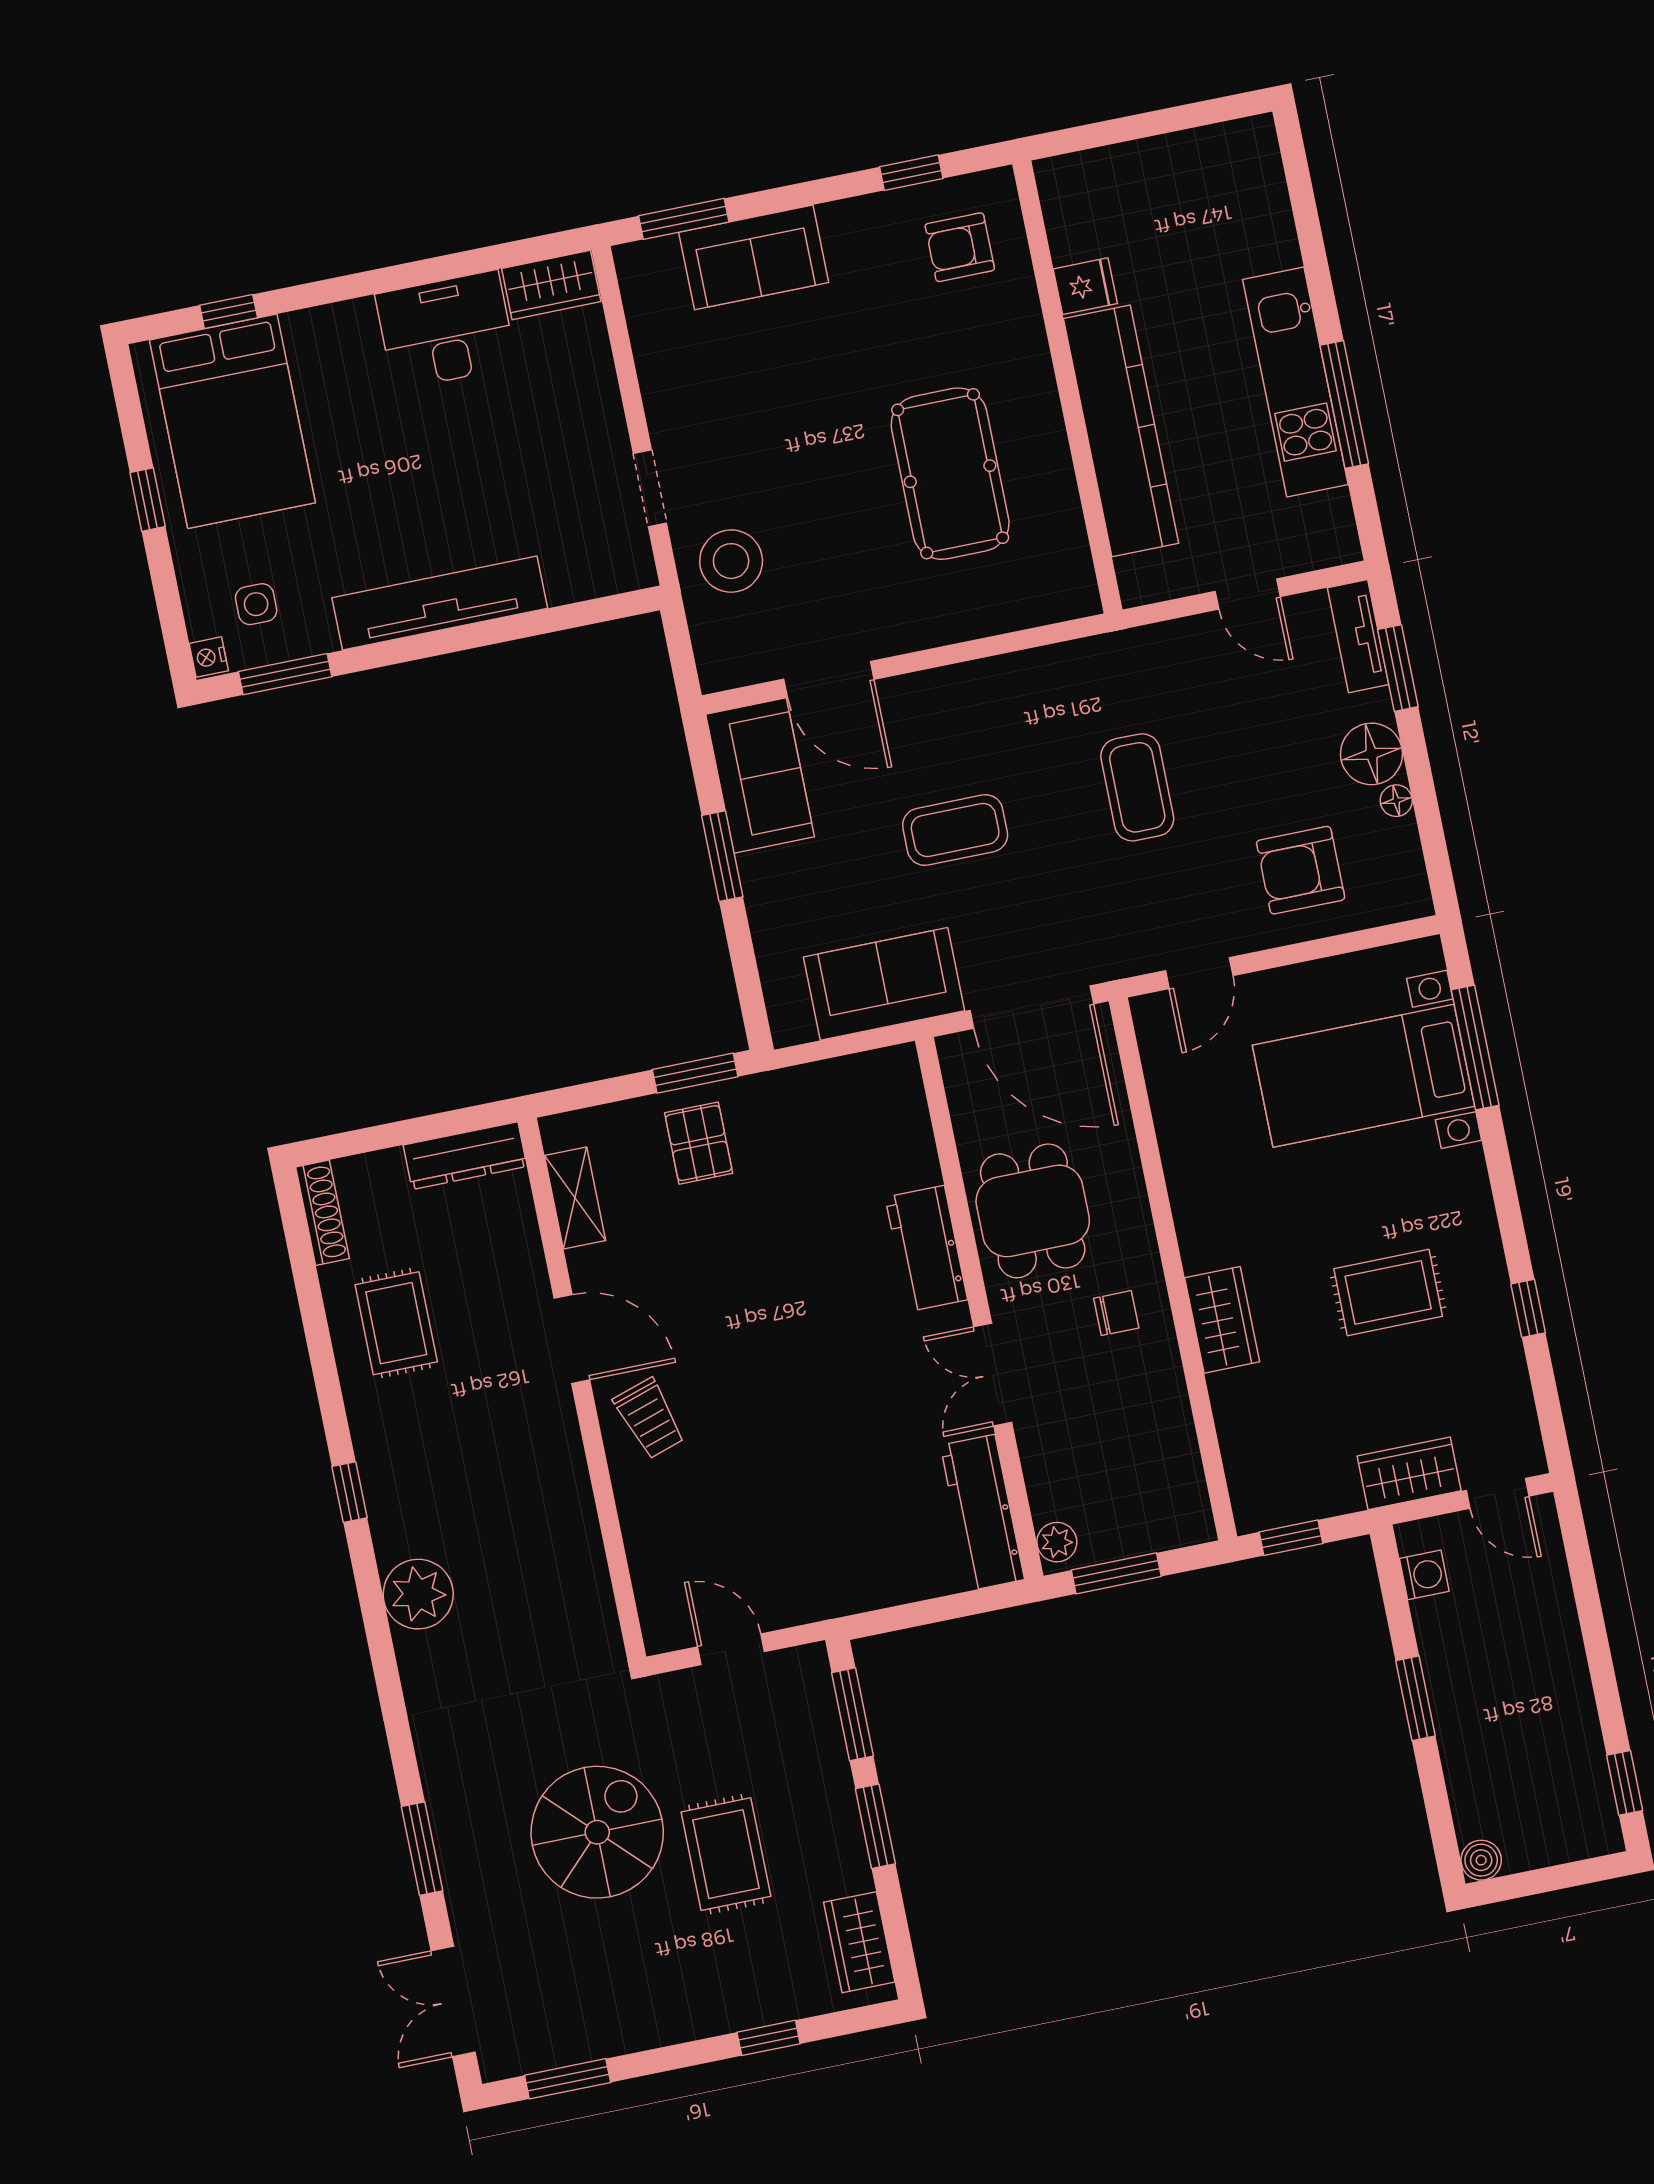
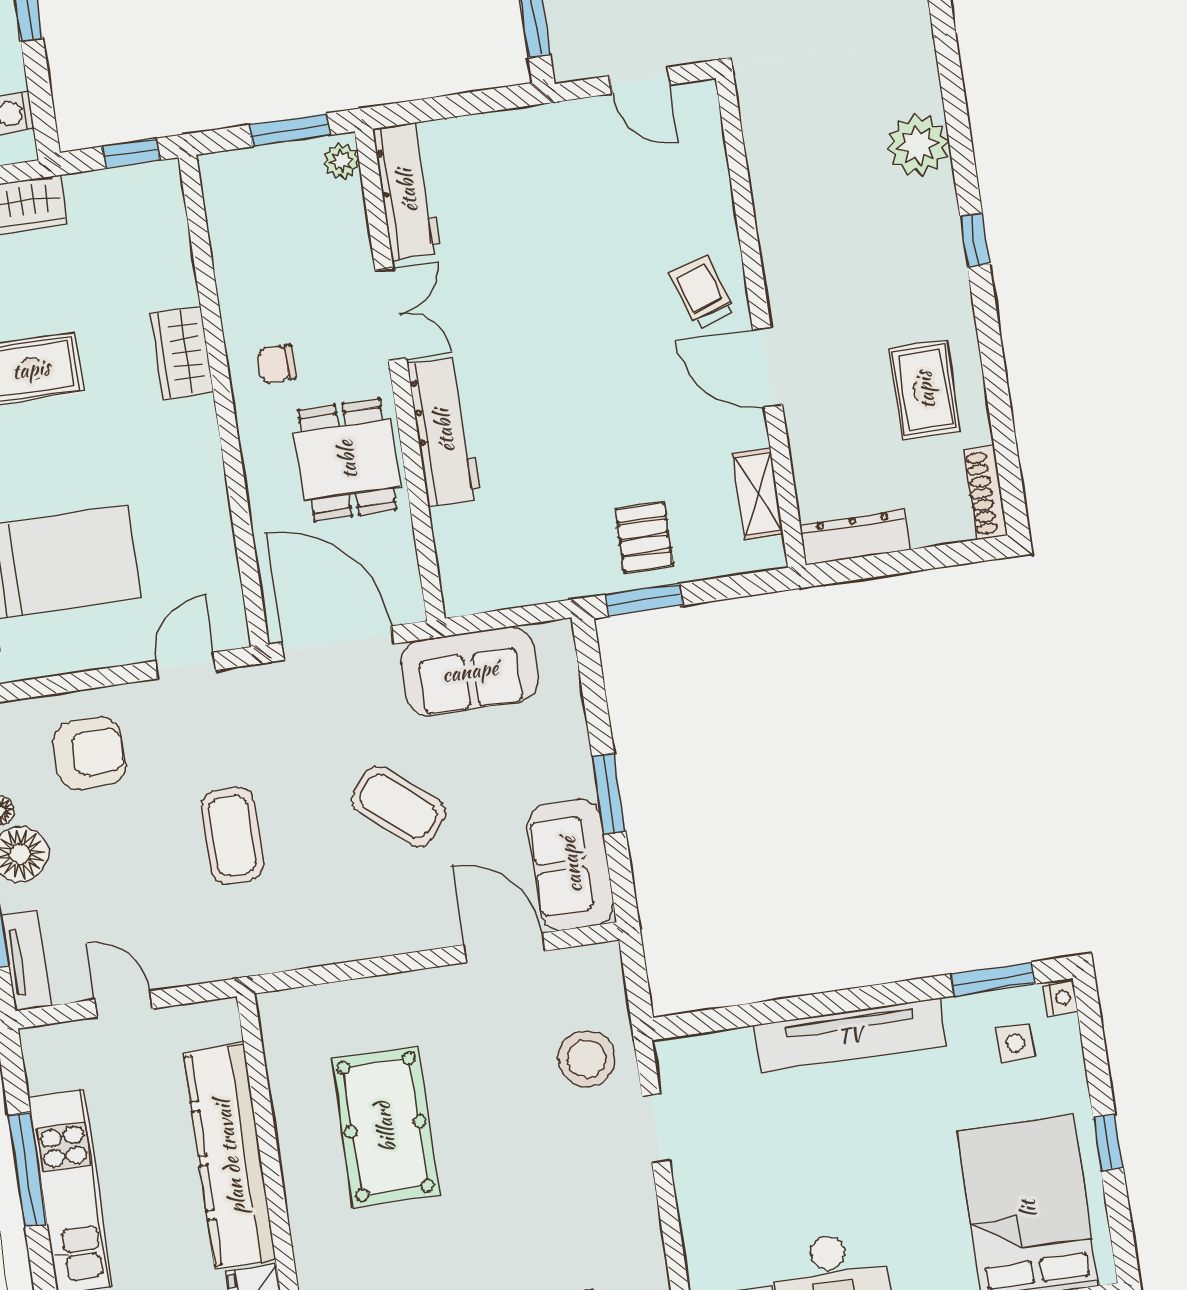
coffee table: (955, 830) -> (398, 806), turned 40
workbench: (926, 1248) -> (444, 431), width x1.37

